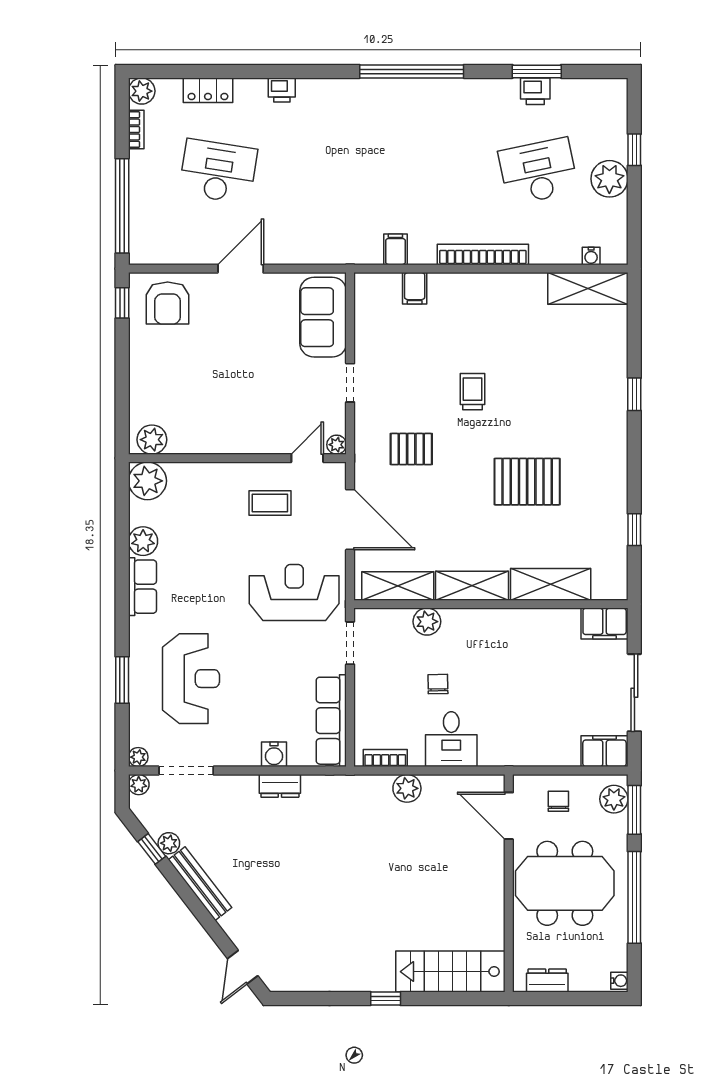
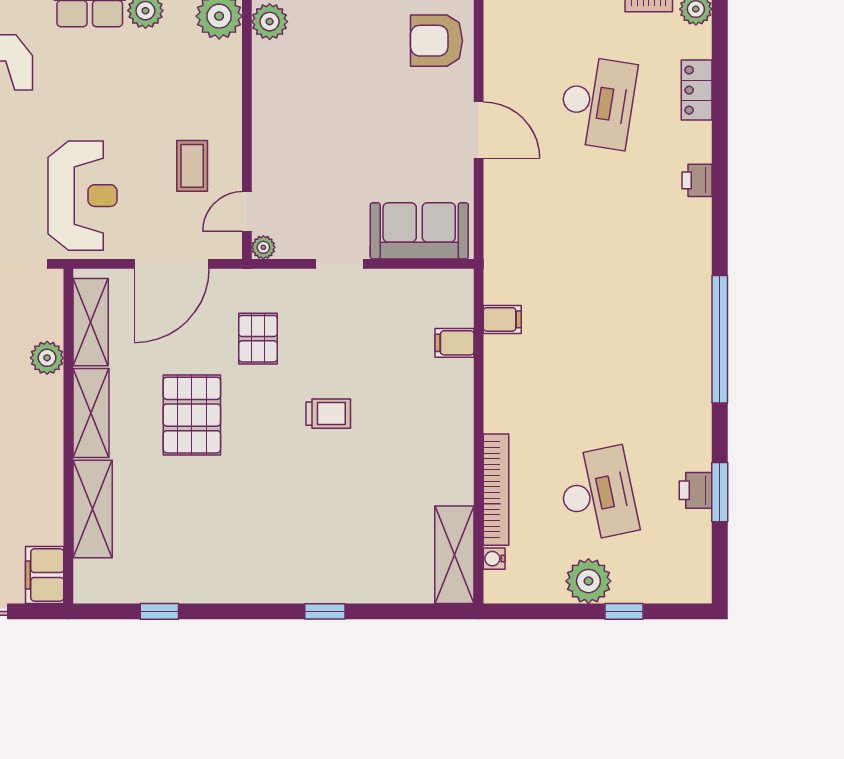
bookcase: (483, 254) -> (496, 490), moved
door: (307, 458) -> (247, 212), swing flipped
pallet: (527, 482) -> (192, 415), moved

